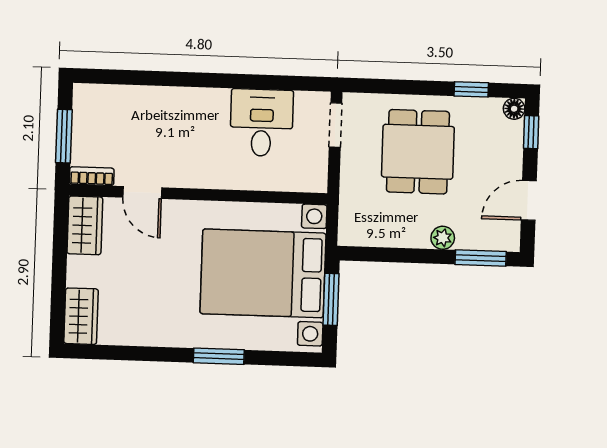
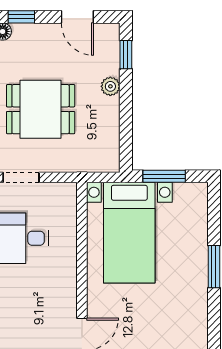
window: (481, 258) -> (126, 55), width x0.67
bed with nightstands: (263, 273) -> (129, 233), width x0.73

